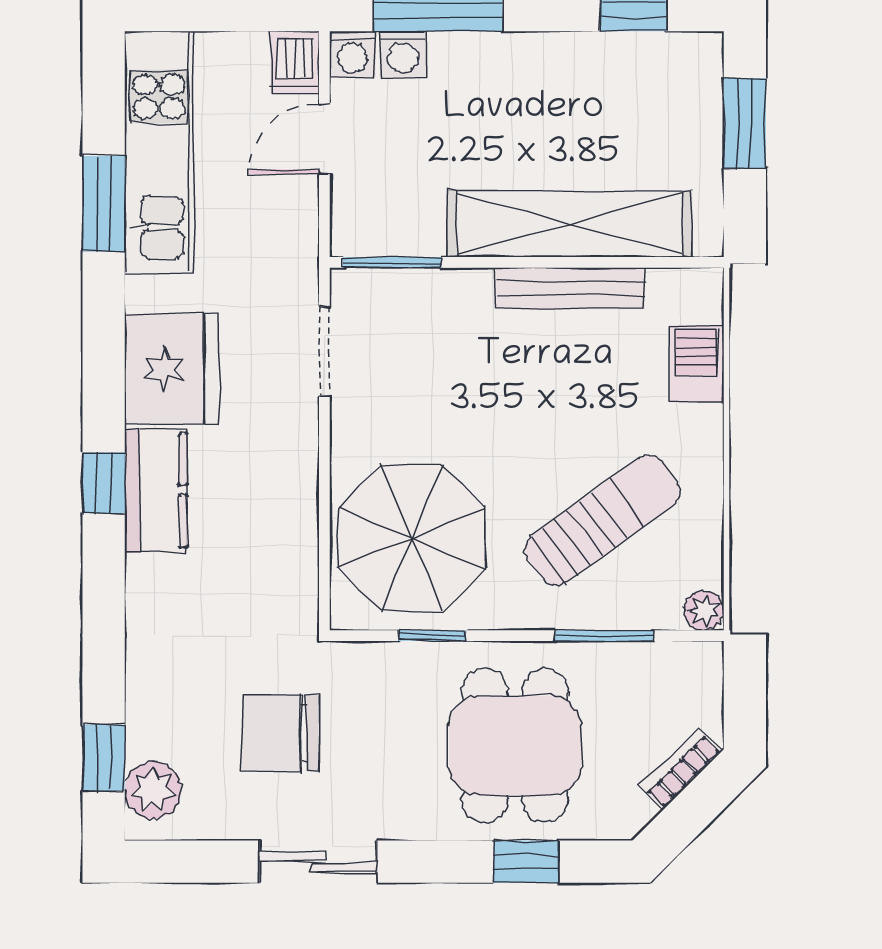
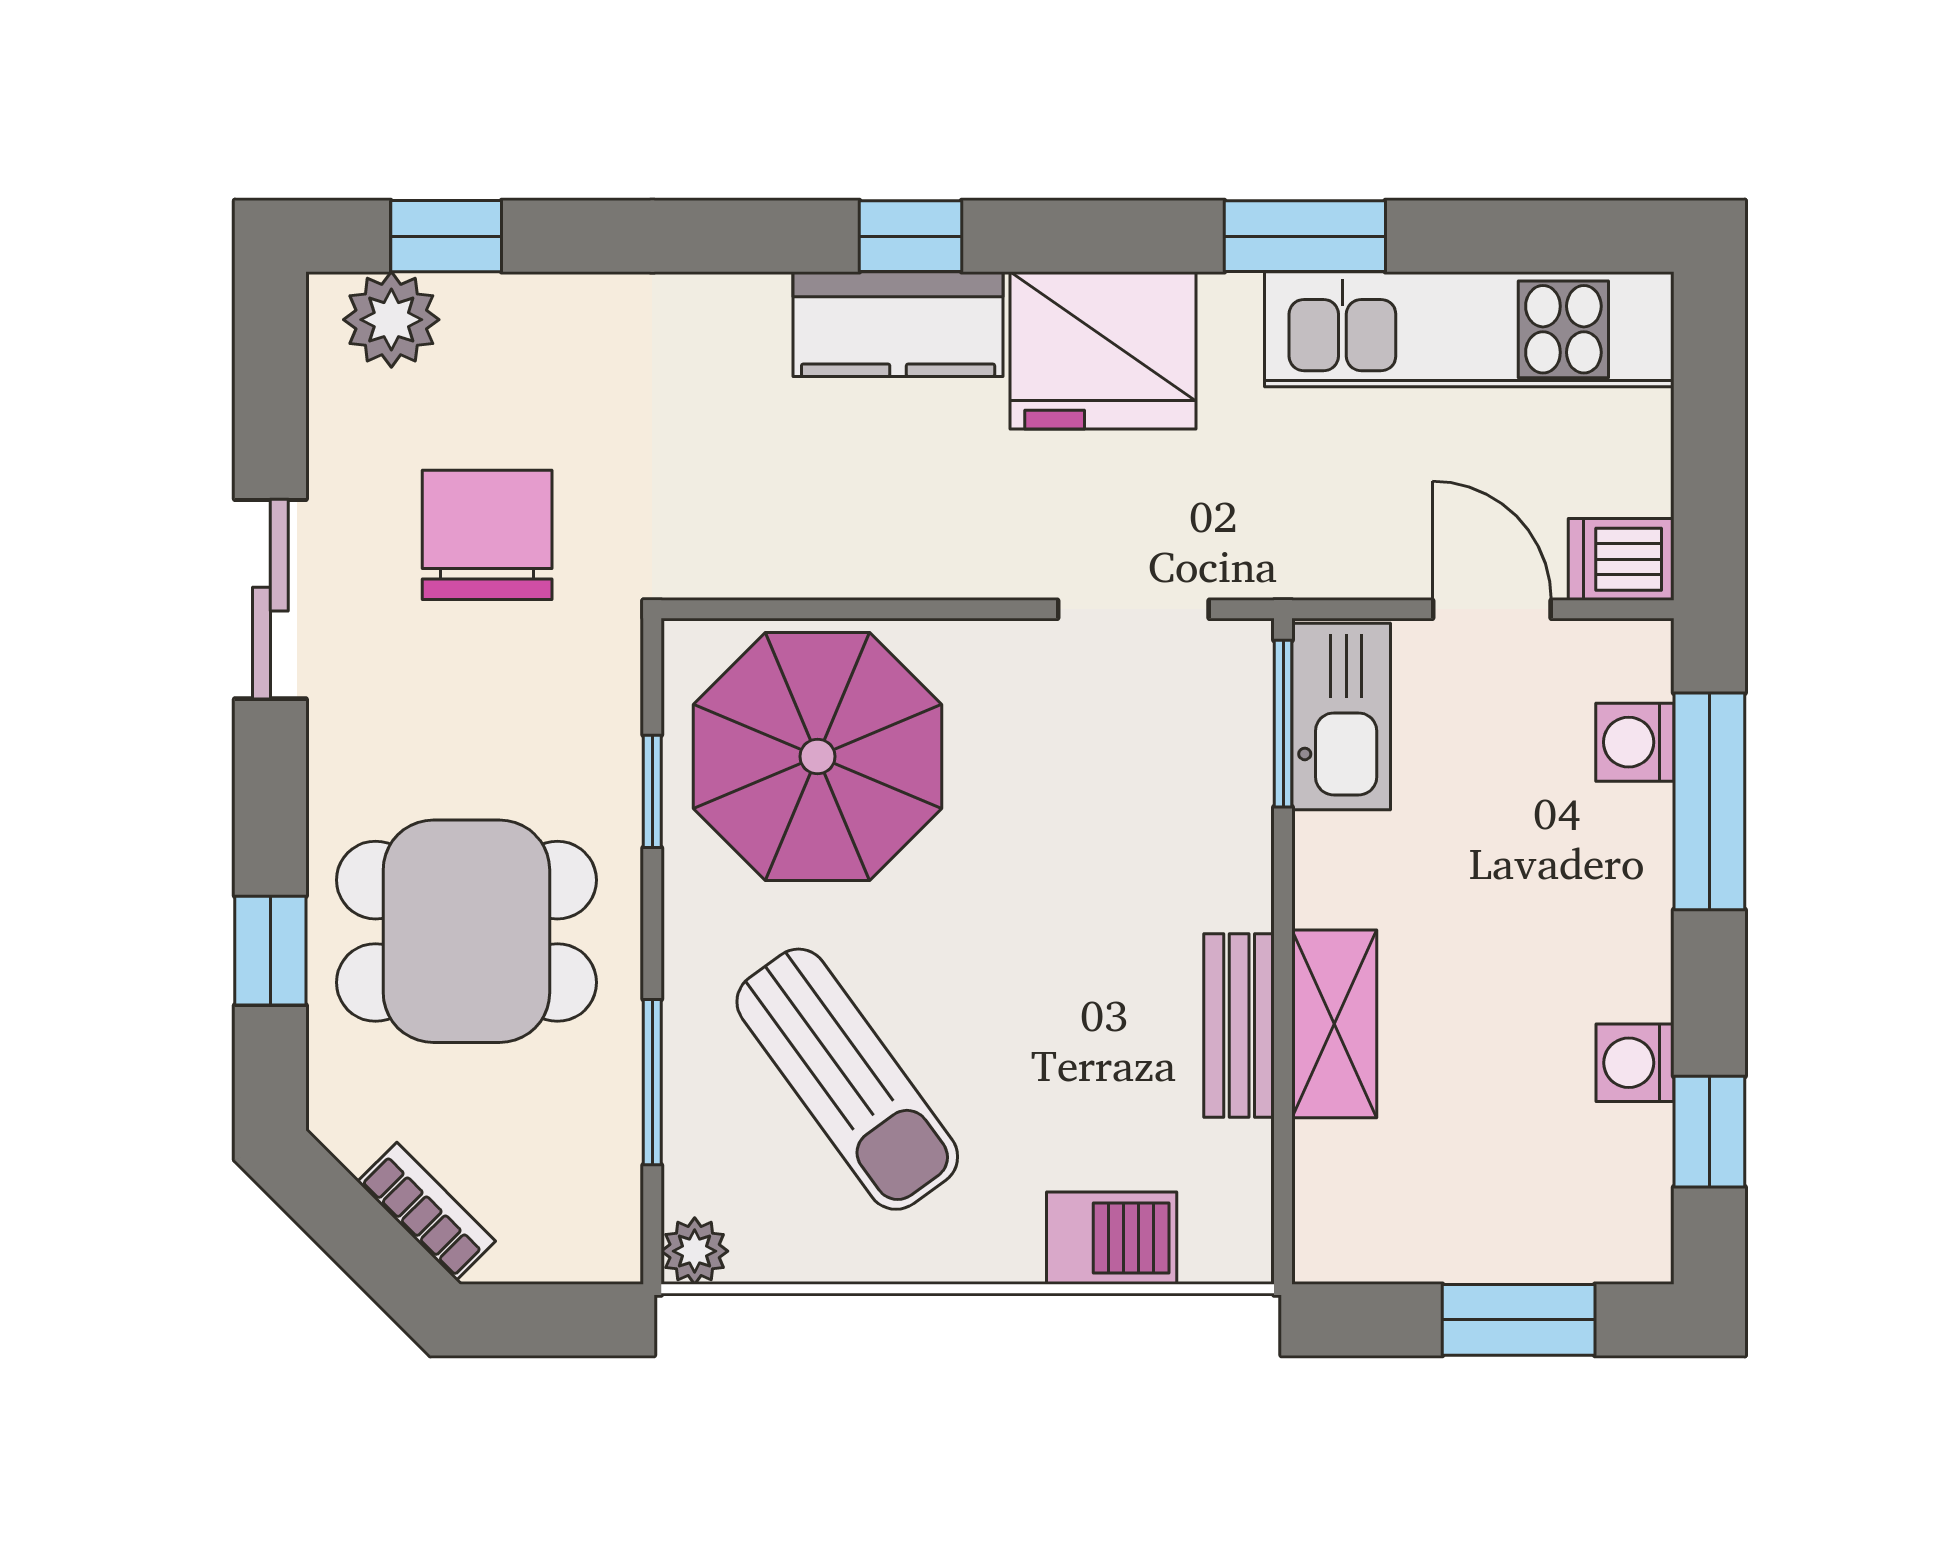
washing machine: (353, 54) -> (1635, 1063), moved
window: (104, 204) -> (1305, 236), moved
shelving: (570, 224) -> (1334, 1024), width x0.45, depth x0.75
kitchen sink: (388, 228) -> (1341, 717), added
bench: (571, 288) -> (1239, 1025), width x0.73

